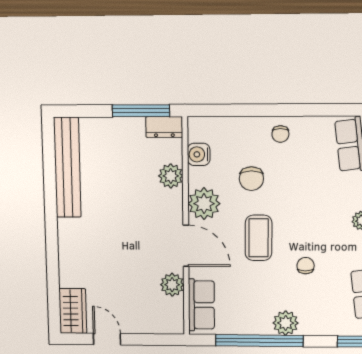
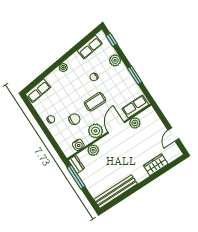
wardrobe: (73, 311) -> (156, 165), moved
plant: (286, 323) -> (115, 60), moved
window: (259, 341) -> (135, 75), width x0.47

